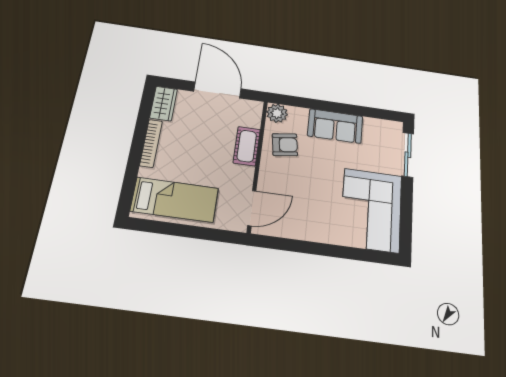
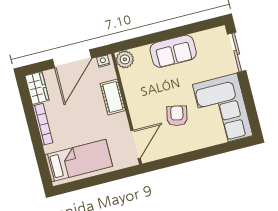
door: (218, 90) -> (72, 59), swing flipped
nightstand: (252, 106) -> (103, 61), added
armchair: (285, 145) -> (177, 116), moved, turned -70

